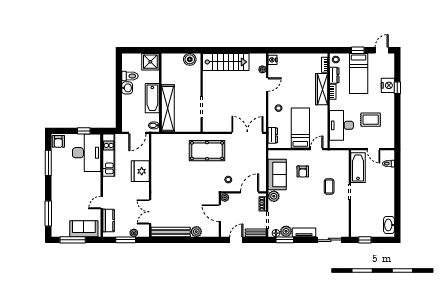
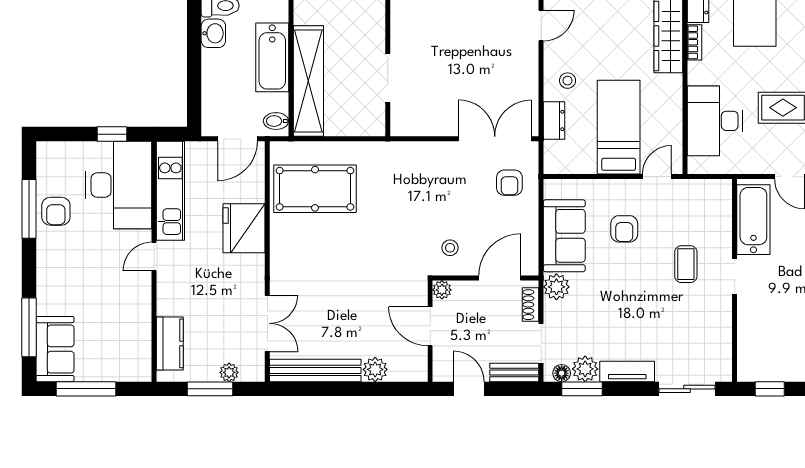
dresser: (273, 135) -> (554, 120), moved
armchair: (58, 141) -> (56, 211), moved
pool table: (207, 151) -> (315, 189), moved
armchair: (254, 152) -> (509, 183), added
door: (102, 203) -> (154, 257), moved
double door: (150, 212) -> (267, 323), swing flipped
sofa: (84, 229) -> (55, 349), moved, turned 90
door: (236, 240) -> (469, 389), hinge flipped

